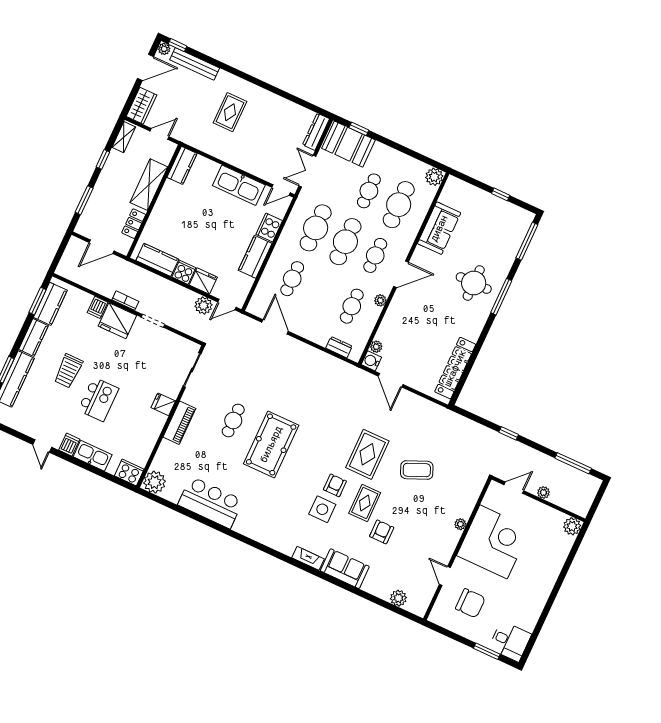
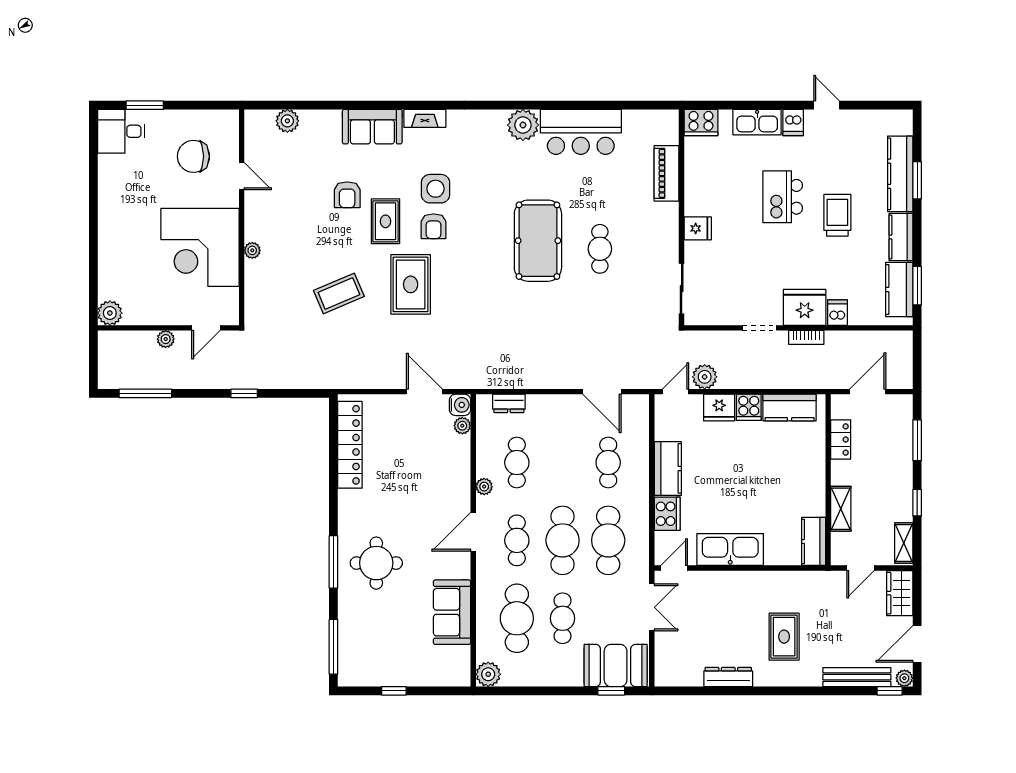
dresser: (316, 132) -> (728, 677), moved, turned -90
shelving: (149, 185) -> (841, 509), width x0.67, depth x0.75
piano: (179, 423) -> (667, 173), moved
plant: (155, 482) -> (523, 125), moved

